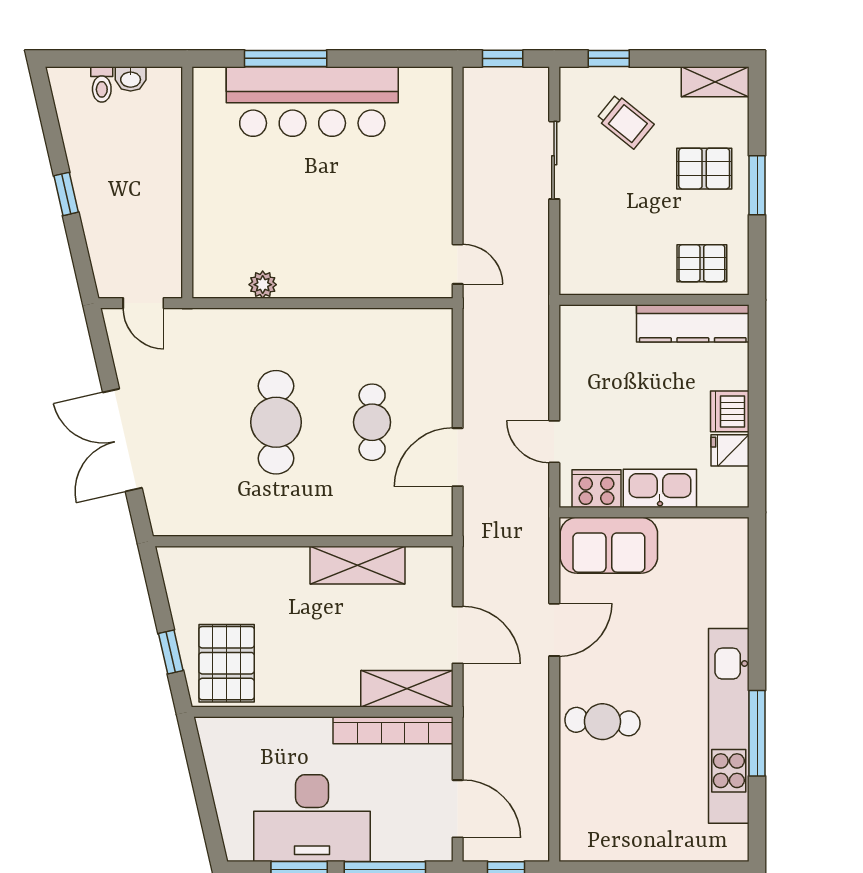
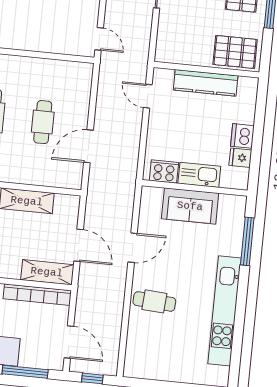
pallet: (702, 263) -> (235, 52), width x1.50, depth x1.42
kitchen counter: (693, 323) -> (206, 83), moved
door: (554, 442) -> (148, 96), moved
sofa: (609, 545) -> (190, 206), moved
window: (757, 733) -> (247, 241), moved

